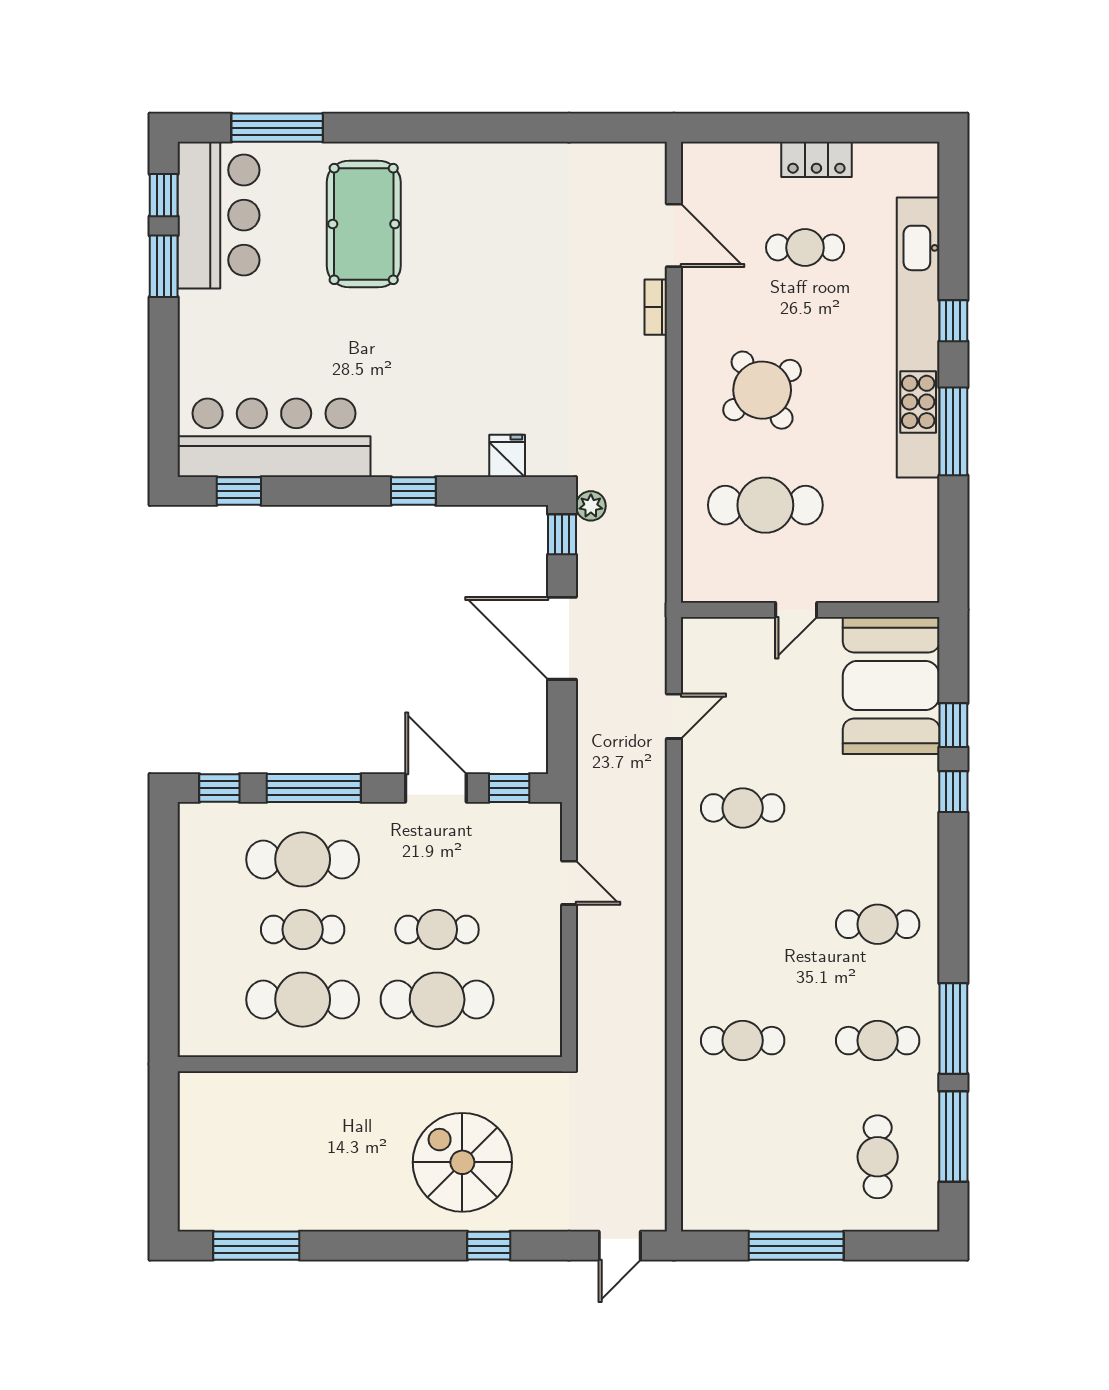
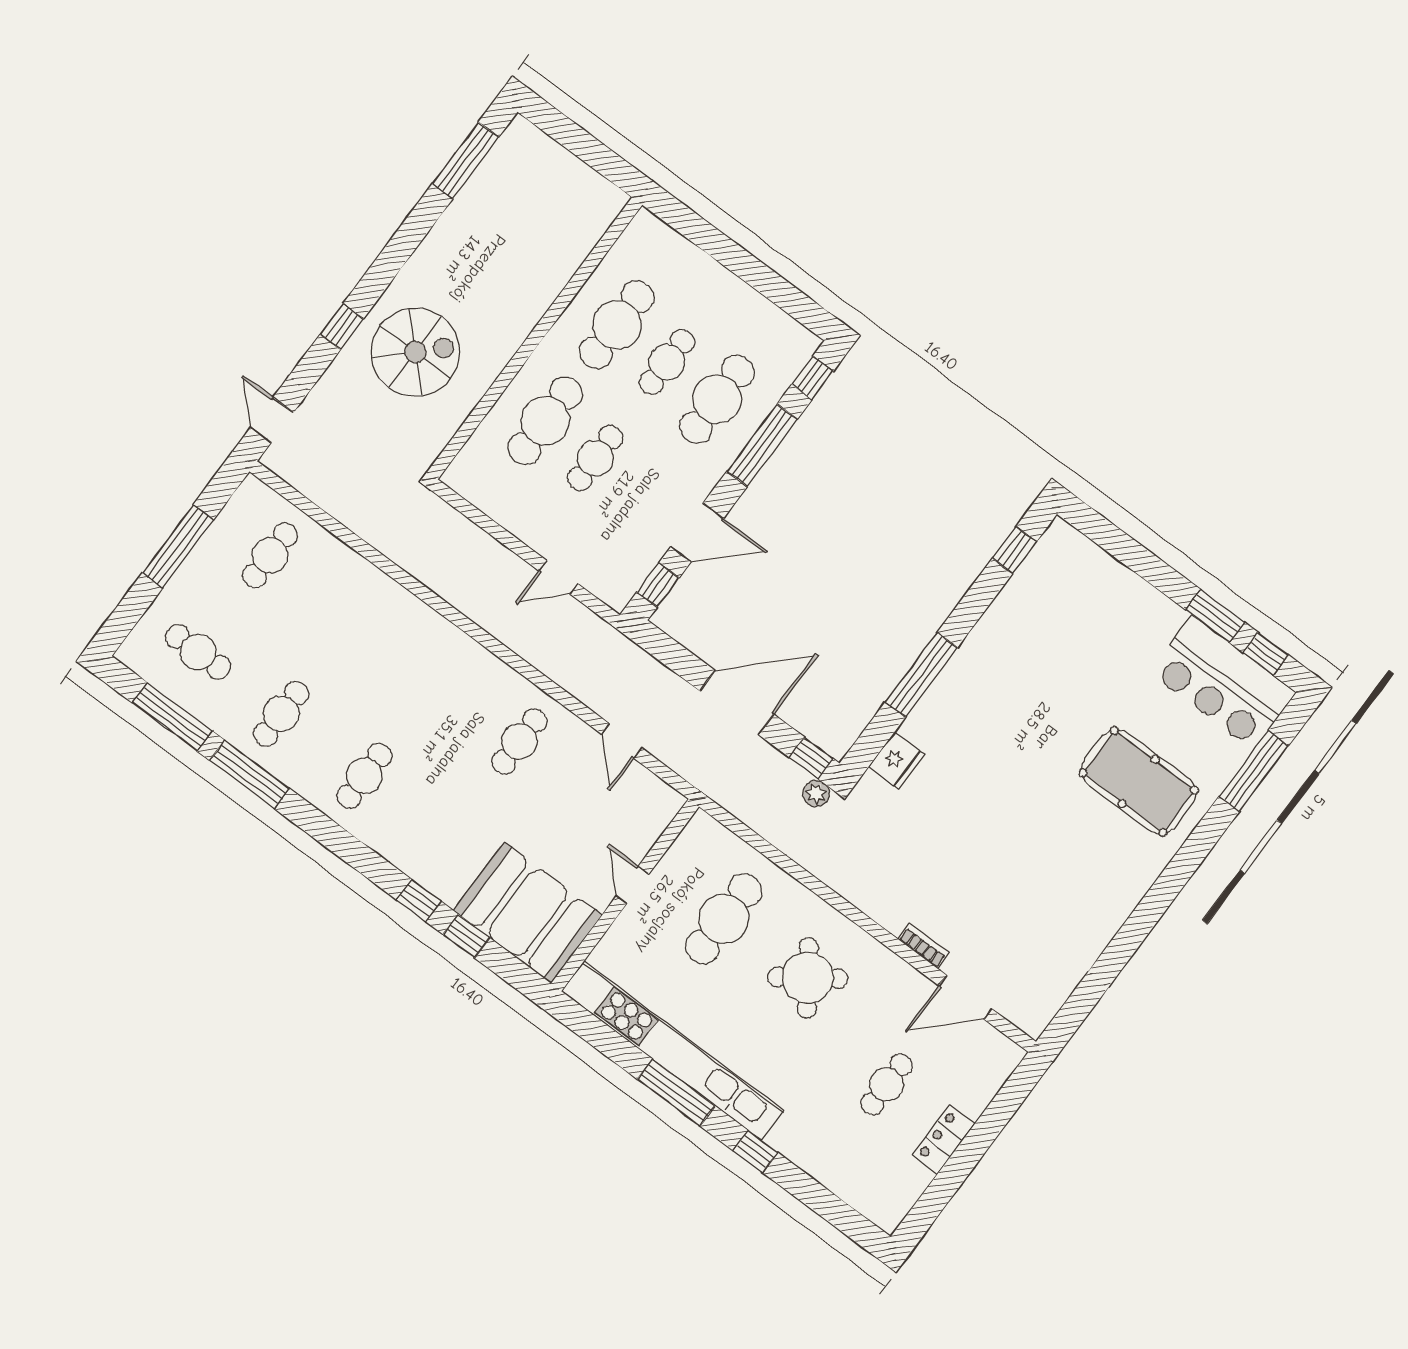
kitchen unit: (918, 338) -> (673, 1051), moved
bar counter: (274, 438) -> (1034, 604), removed
fridge: (507, 456) -> (897, 761), width x1.38
window: (413, 491) -> (921, 675), width x2.17
cafe table: (743, 1041) -> (270, 555), moved

